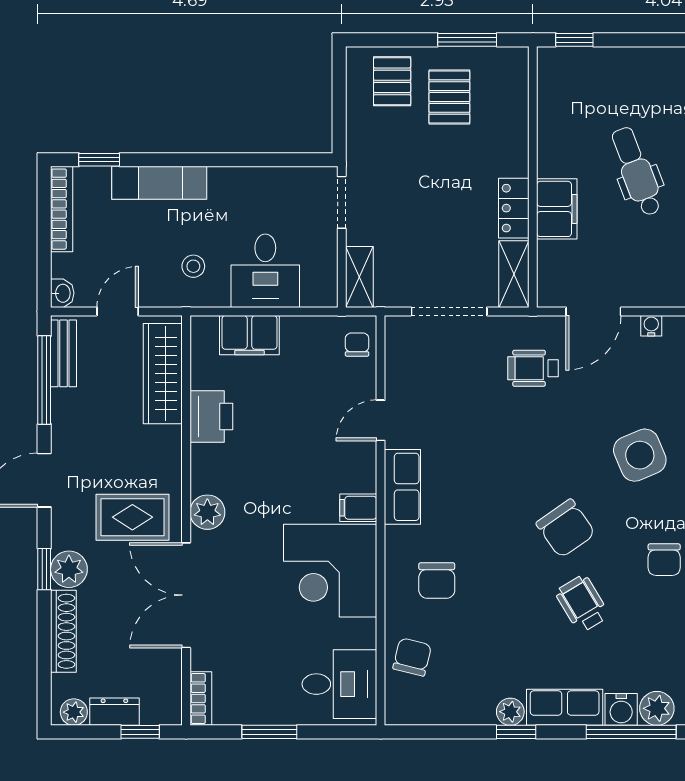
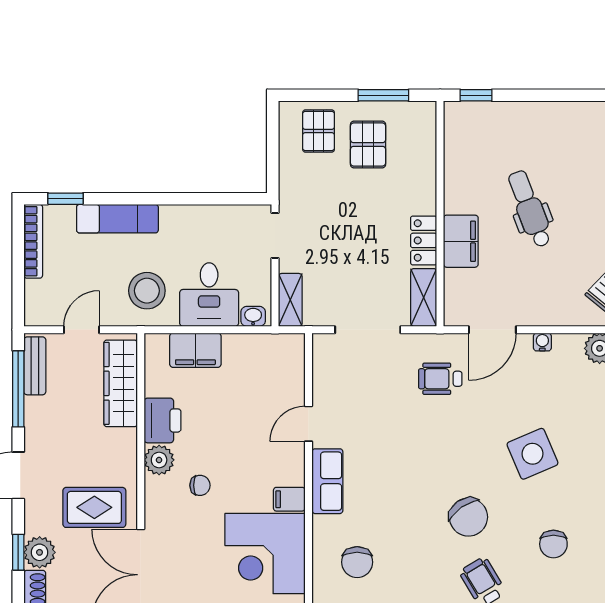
stool: (193, 266) -> (147, 291), width x1.89, depth x1.89
washbasin: (62, 293) -> (253, 316), moved, turned -90
chair: (357, 345) -> (200, 485), moved, turned 90
plant: (207, 512) -> (159, 460), moved

